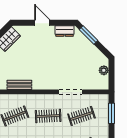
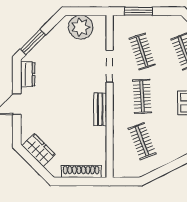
plant: (104, 70) -> (81, 27), width x1.88, depth x1.88
bench: (19, 85) -> (100, 109), moved

